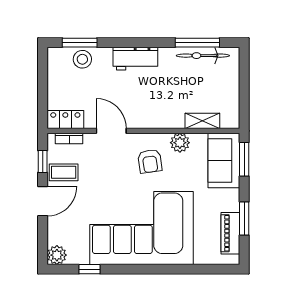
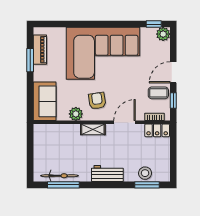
shelving: (202, 121) -> (93, 129), moved
door: (111, 131) -> (125, 122), swing flipped
window: (244, 159) -> (30, 102), removed
window: (89, 269) -> (154, 24), moved

